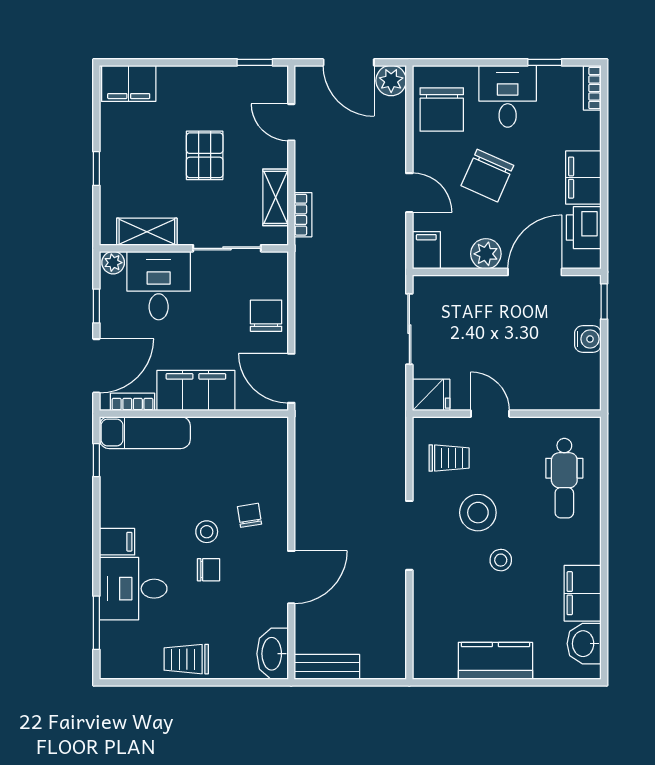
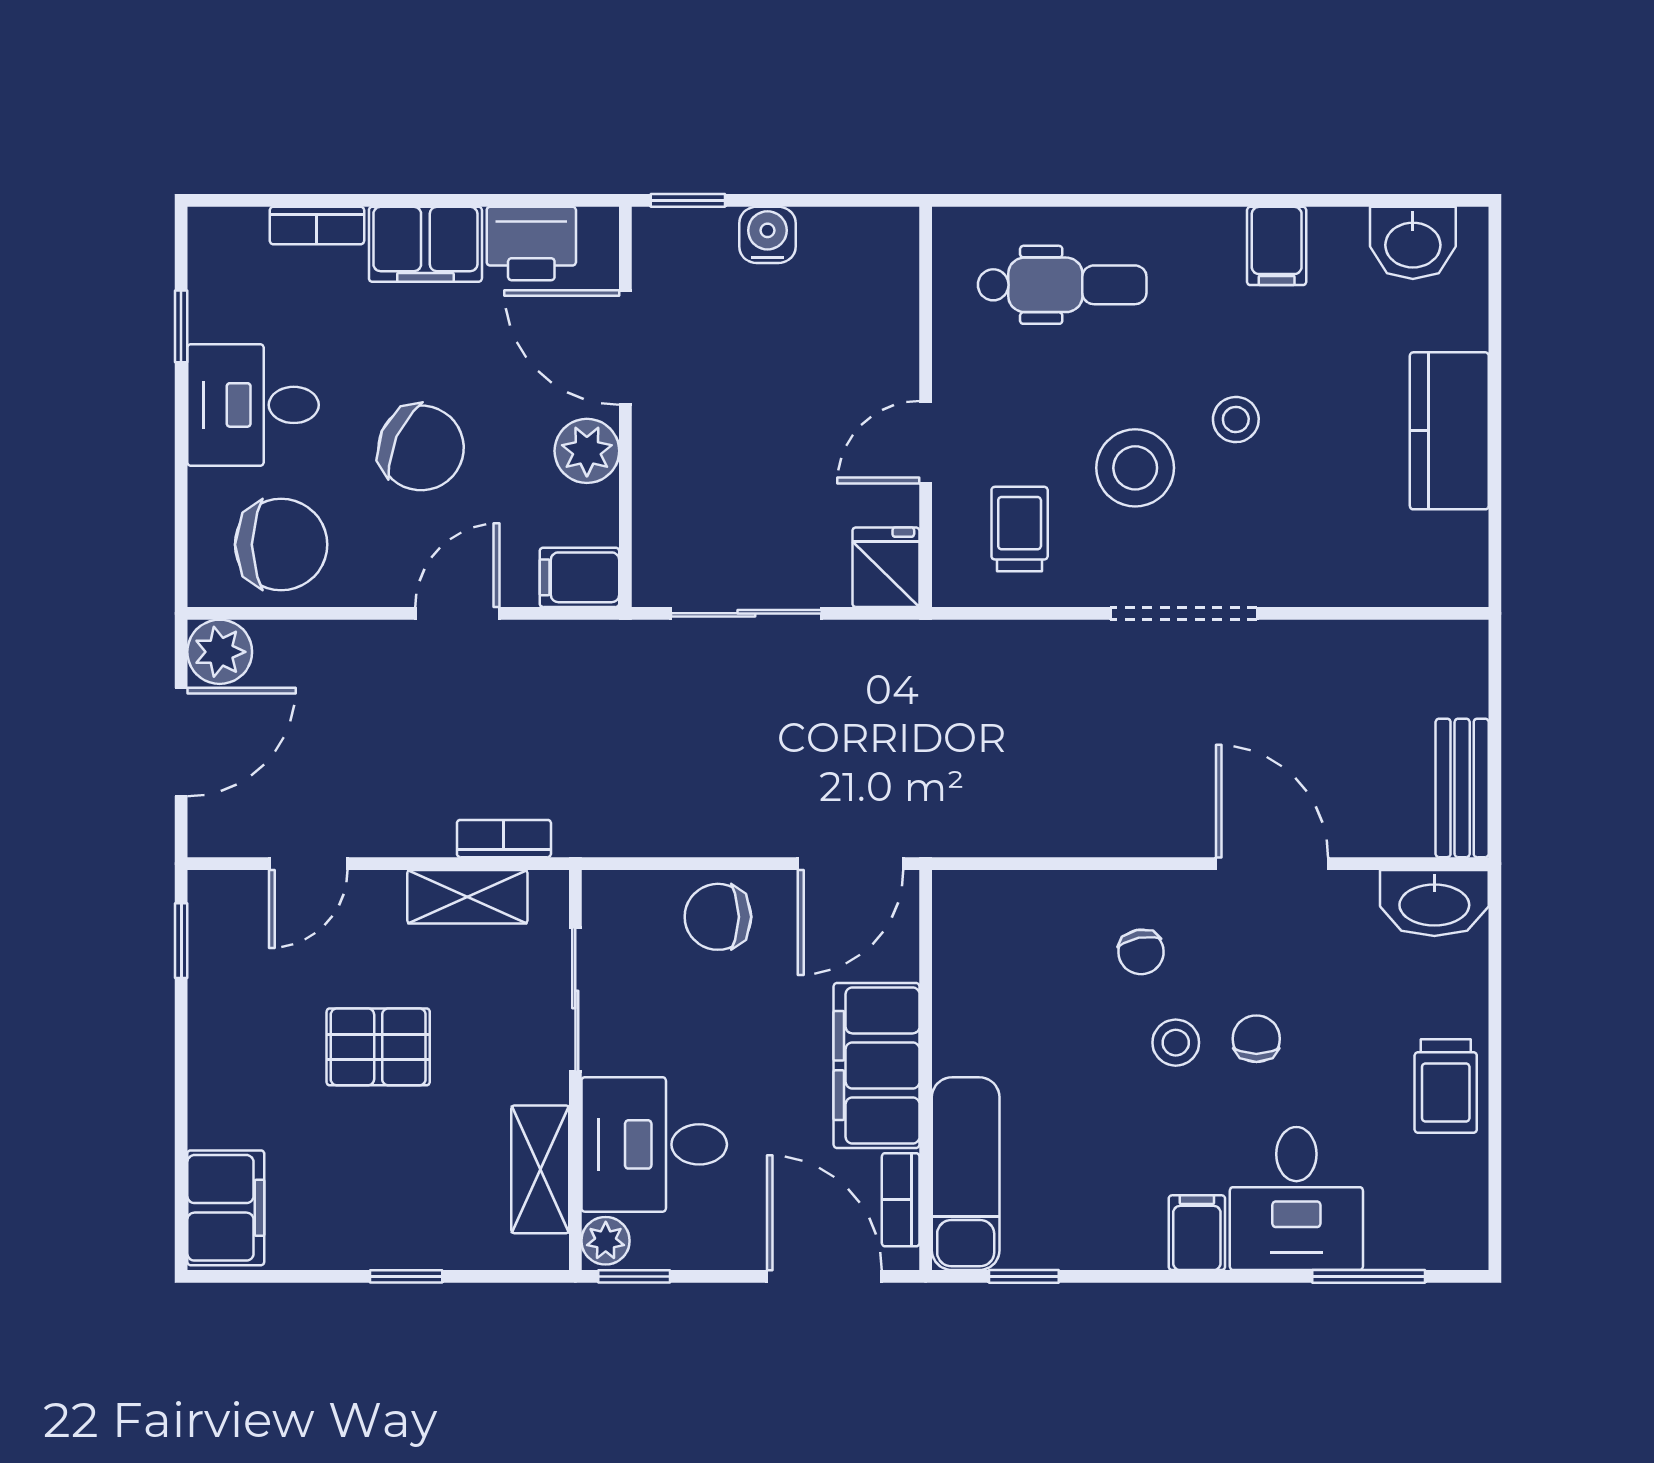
bookcase: (592, 88) -> (317, 225), moved
window: (96, 306) -> (634, 1276), moved
chair: (250, 515) -> (1141, 952), turned -92
filing cabinet: (583, 593) -> (1277, 246), width x0.50

